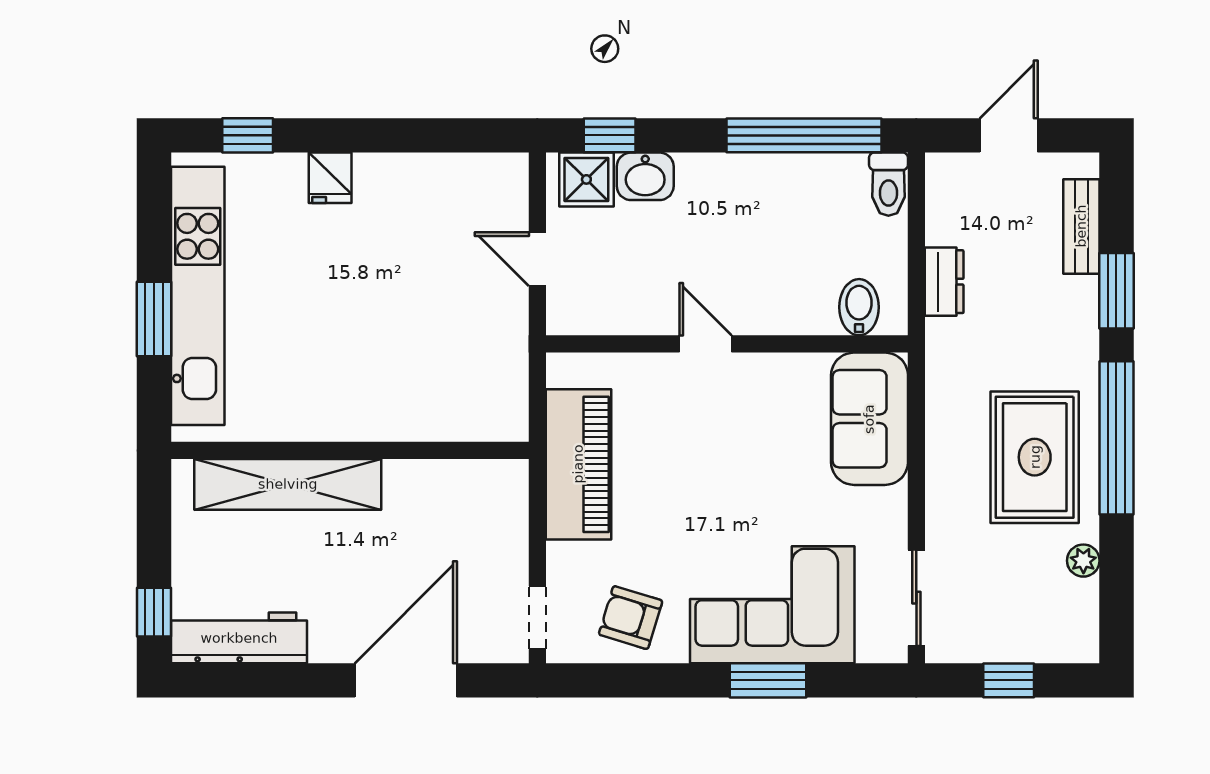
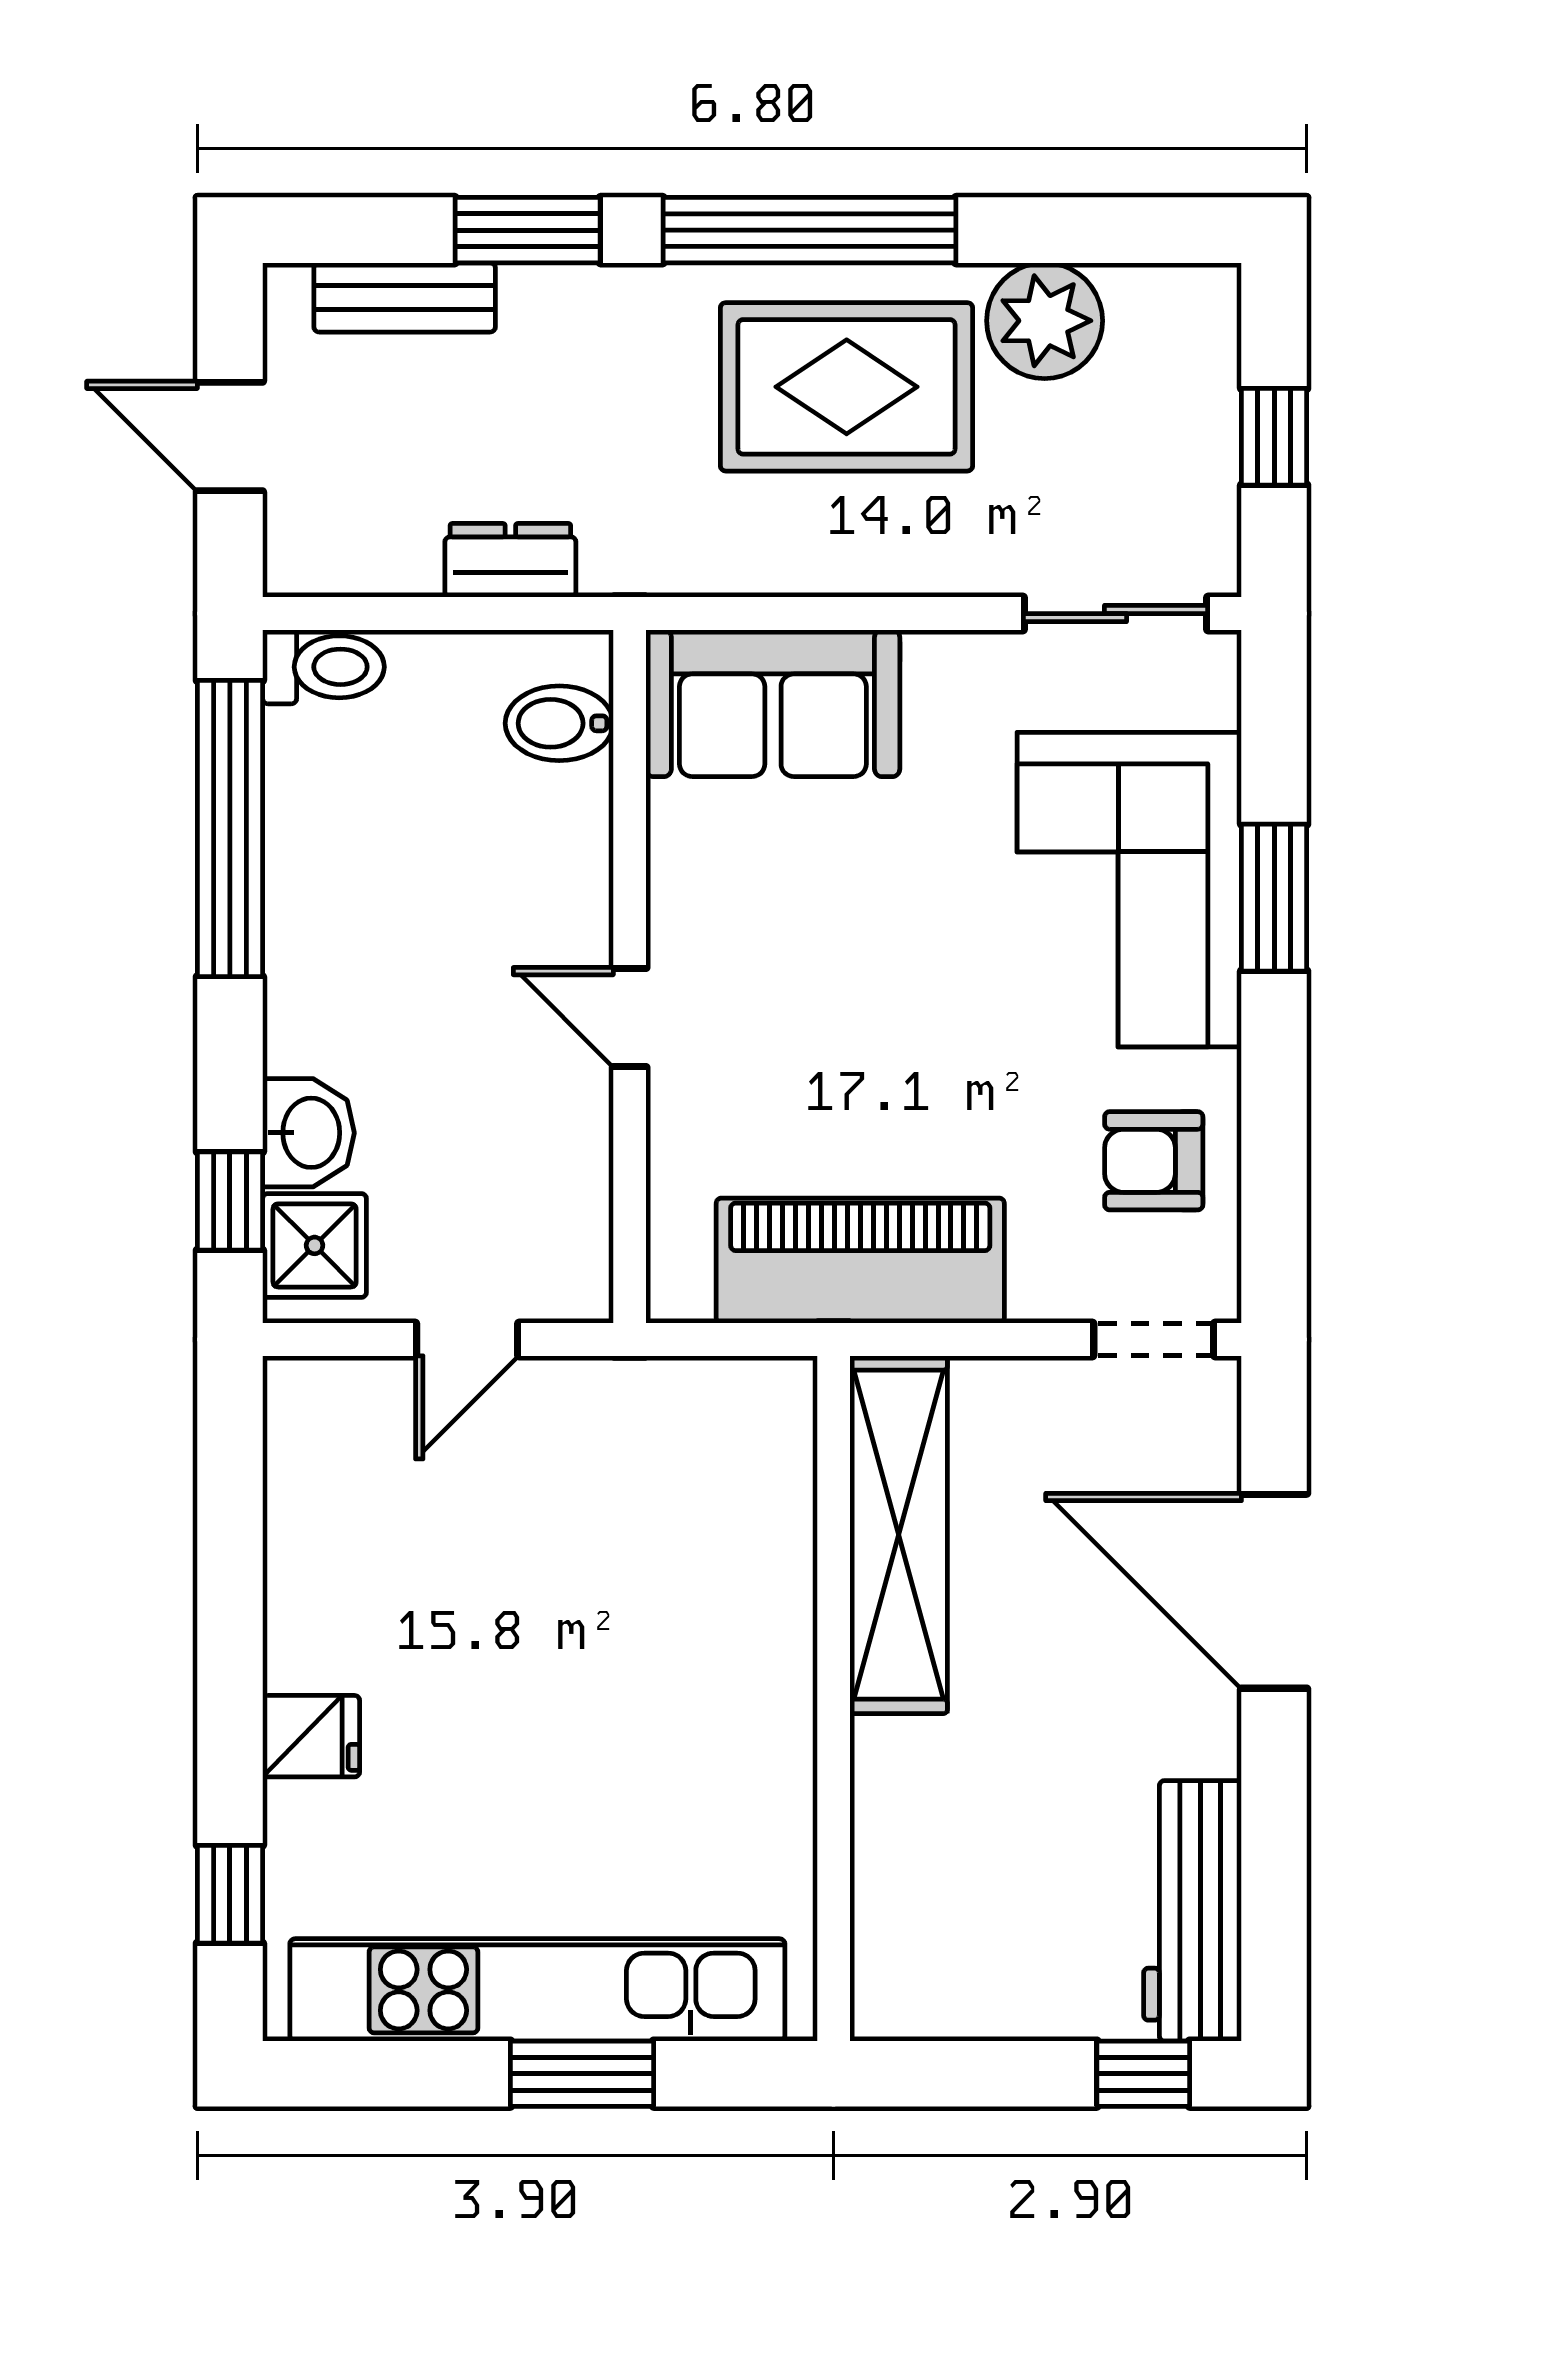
door: (705, 344) -> (630, 1017), hinge flipped
shelving: (288, 484) -> (899, 1535), moved
plant: (1083, 561) -> (1045, 321), width x1.88, depth x1.88
armchair: (631, 618) -> (1154, 1161), turned 73

